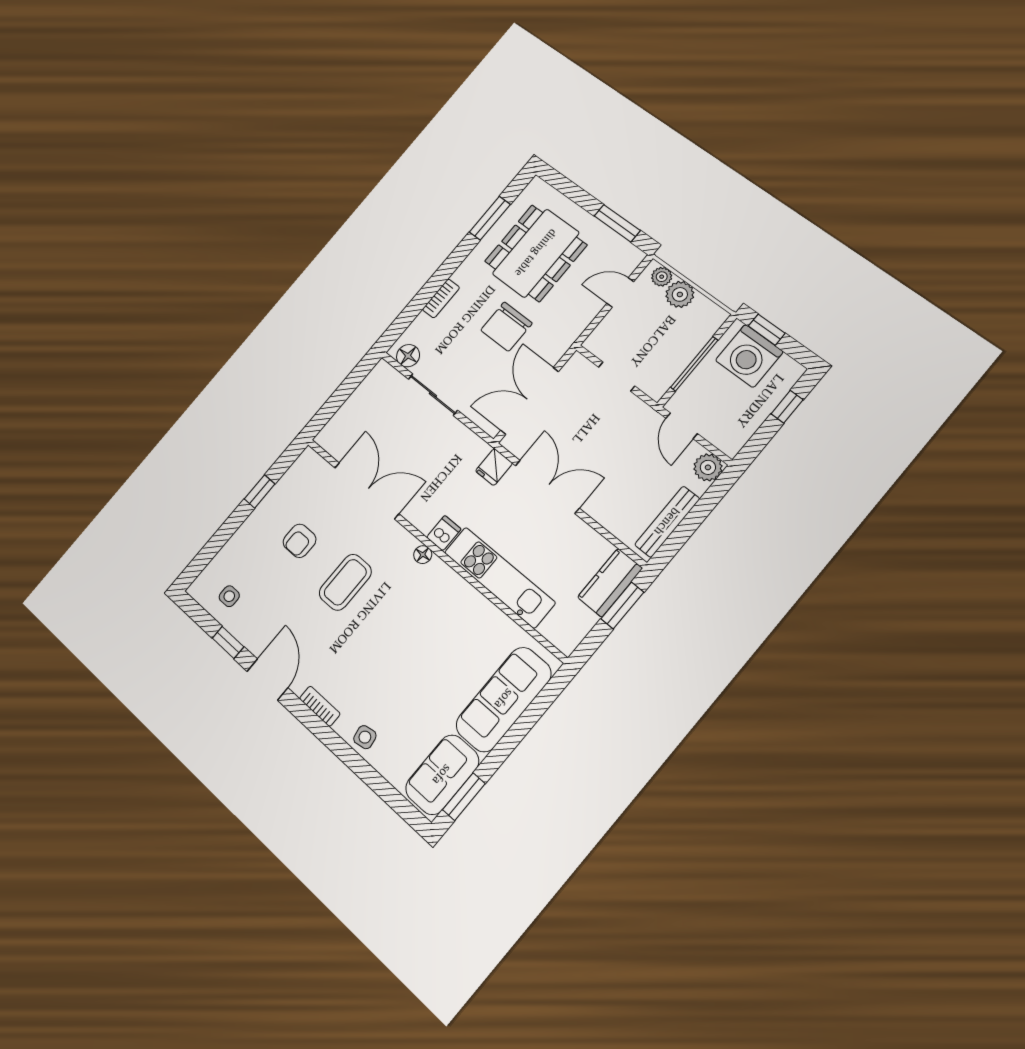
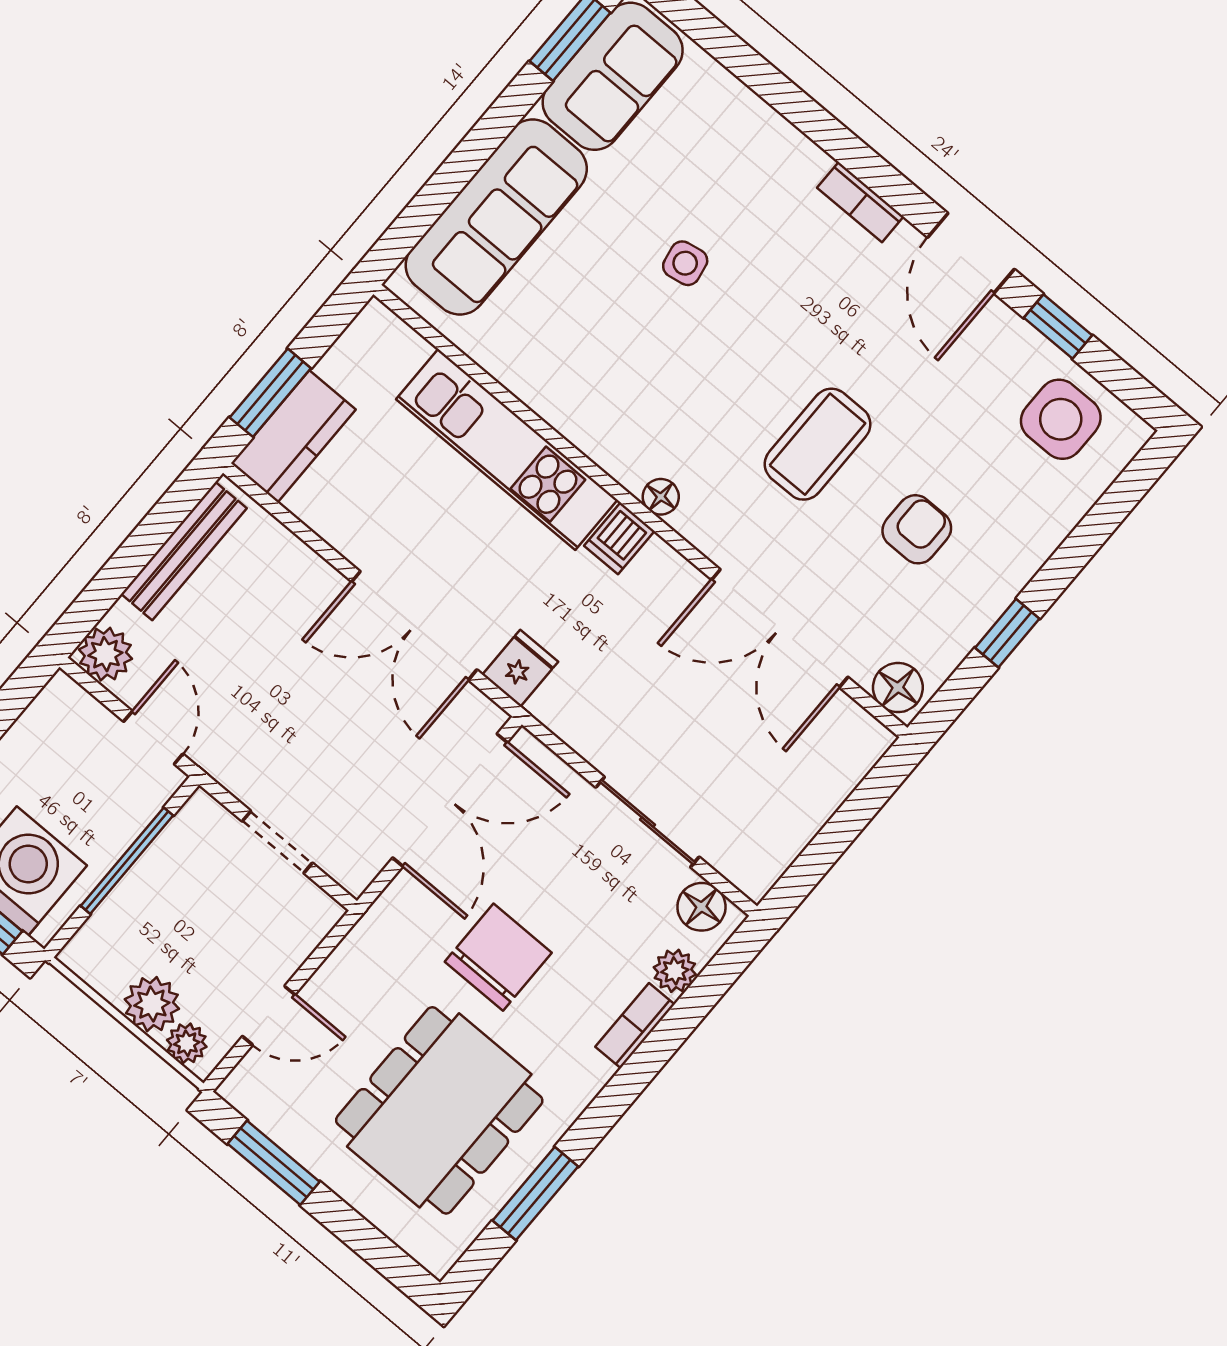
plant: (421, 325) -> (675, 971), added
floor lamp: (312, 464) -> (898, 688), added
side table: (229, 596) -> (1061, 419), width x1.87, depth x1.87
side table: (365, 737) -> (685, 263), moved

